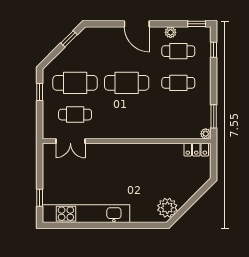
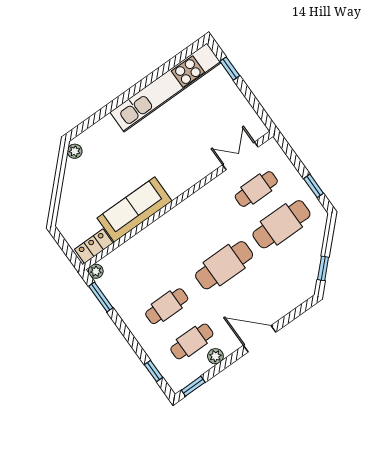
sofa: (156, 154) -> (134, 209), added
plant: (167, 208) -> (75, 151), width x0.53, depth x0.53

